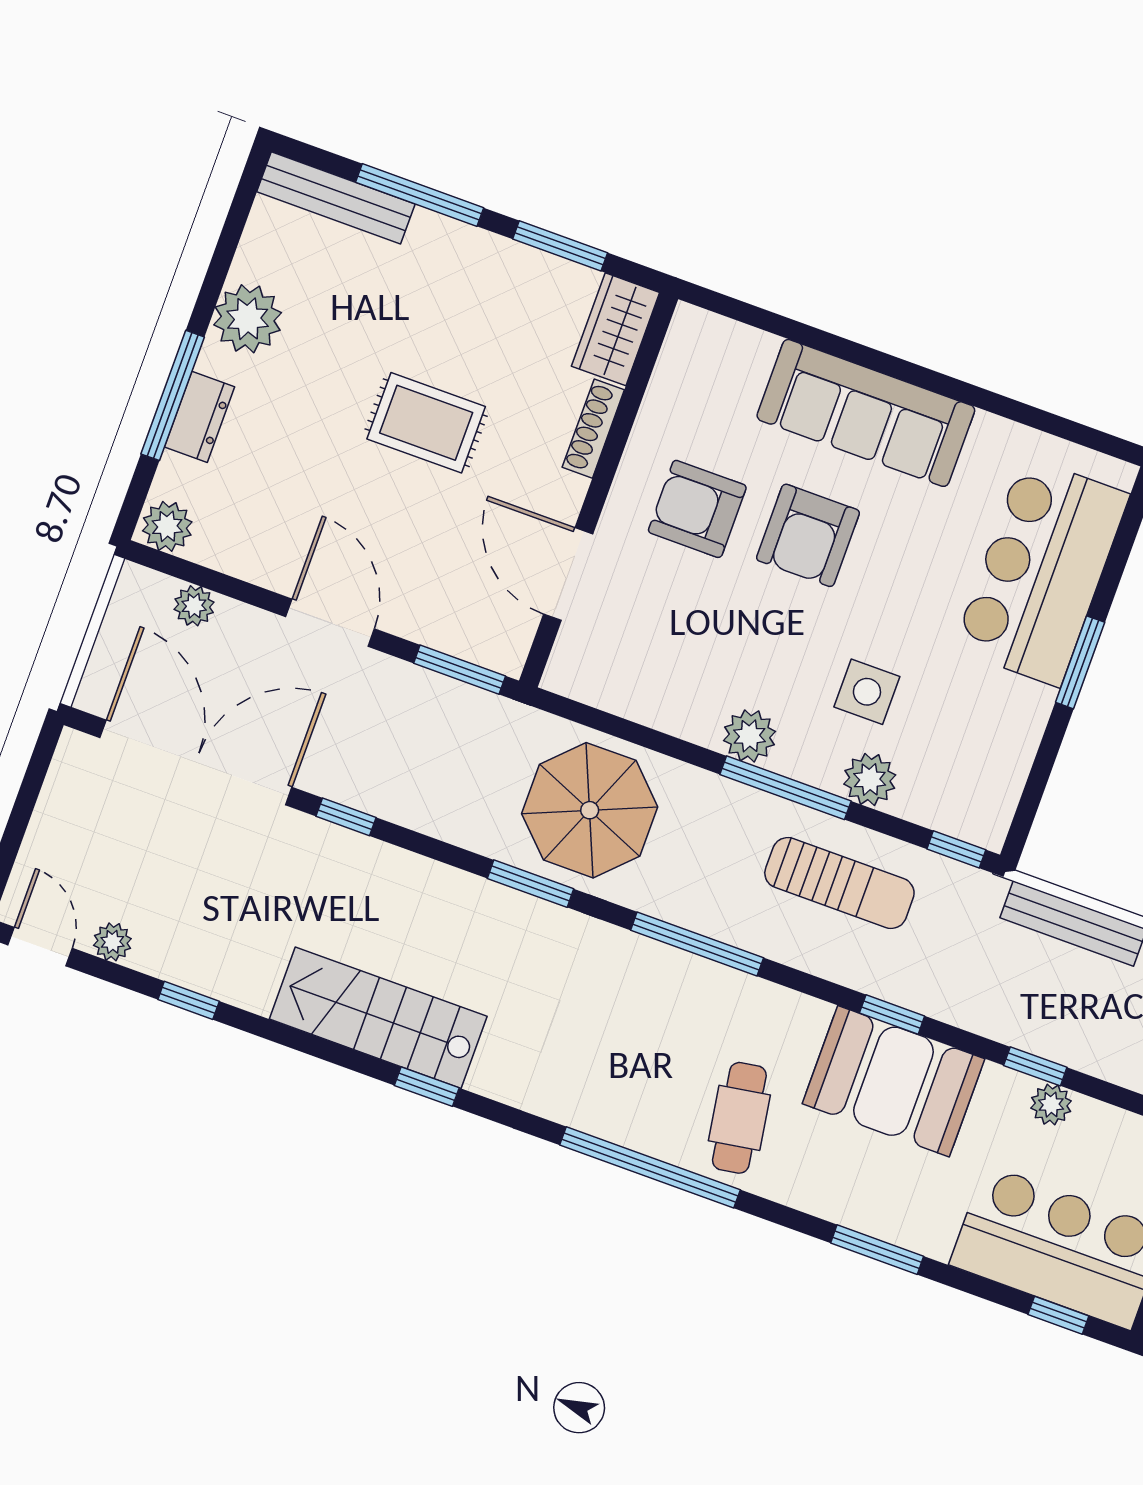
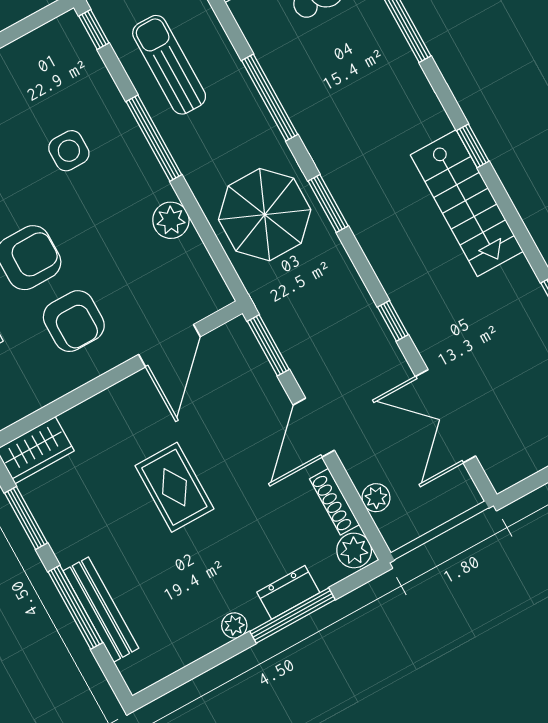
bench: (336, 198) -> (101, 610), moved
plant: (248, 319) -> (234, 625), width x0.53, depth x0.53
shoe rack: (593, 429) -> (334, 502), moved, turned 90
plant: (750, 736) -> (171, 220), moved
double door: (196, 762) -> (446, 416), width x0.73
plant: (870, 779) -> (107, 104), removed

